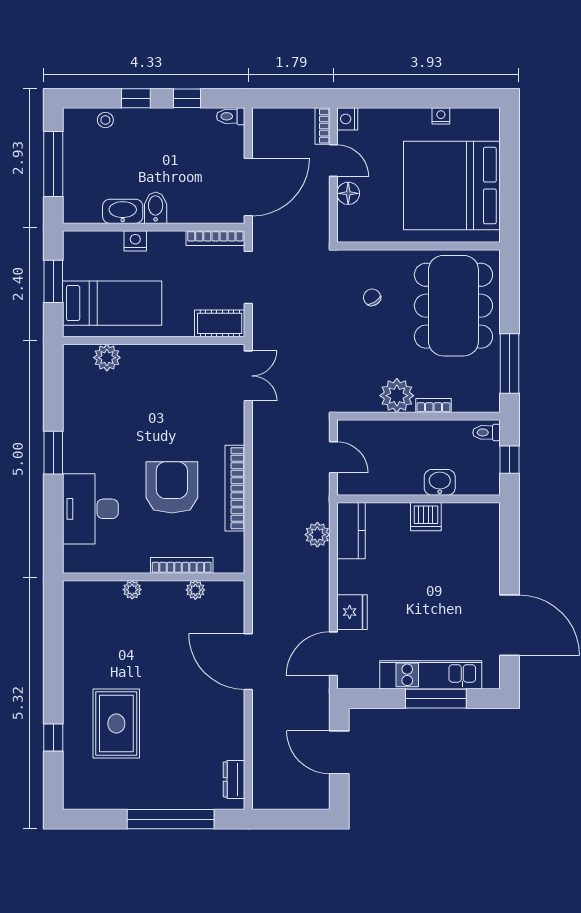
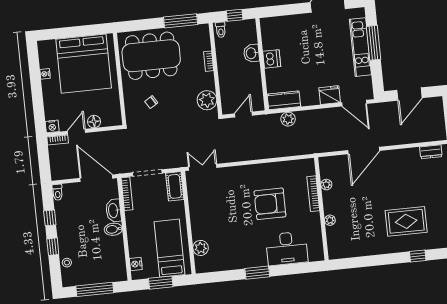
washbasin: (123, 211) -> (113, 211), moved
nightstand: (135, 241) -> (136, 264), moved
plant: (397, 396) -> (207, 100), moved
bookcase: (235, 488) -> (267, 168), removed

